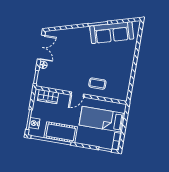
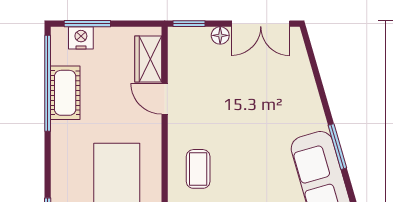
door: (77, 94) -> (165, 99), moved
cot: (61, 132) -> (65, 93), width x0.73, depth x0.75

